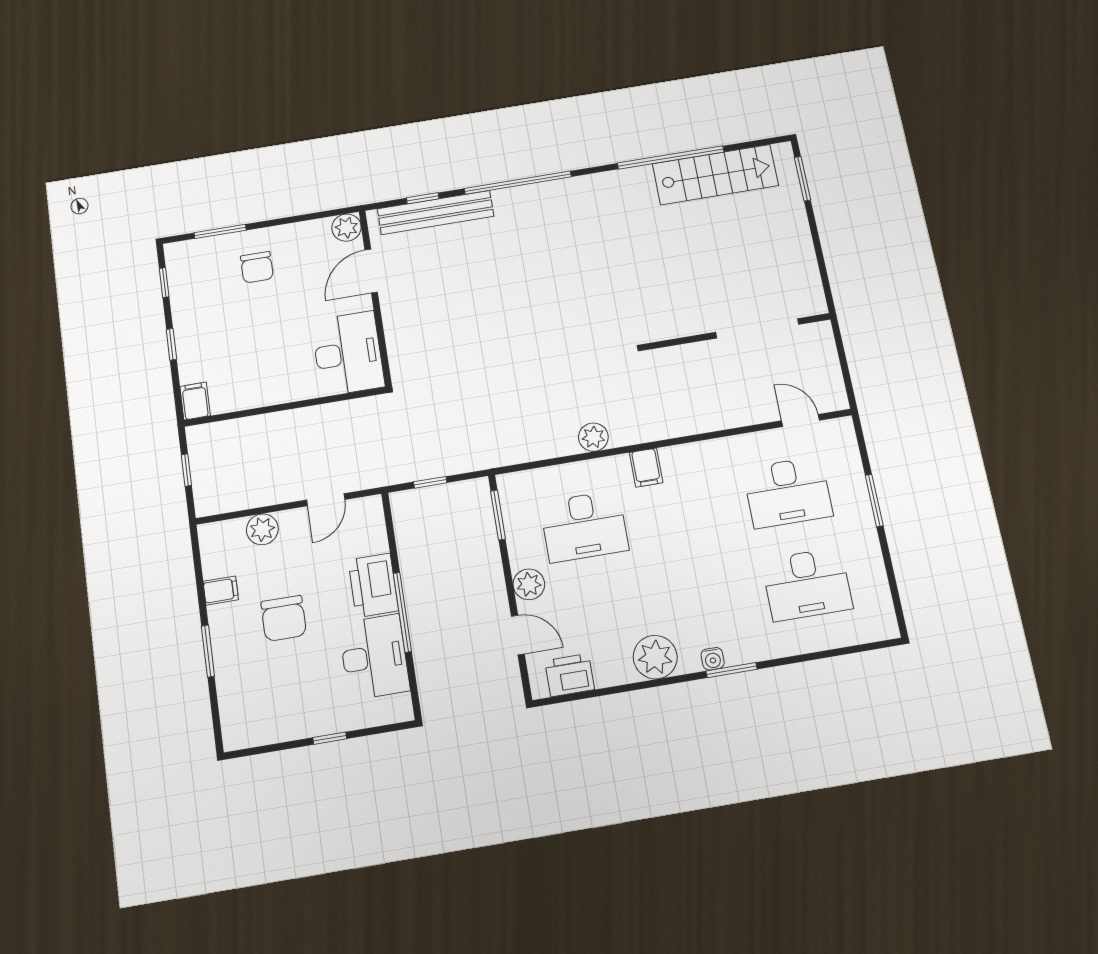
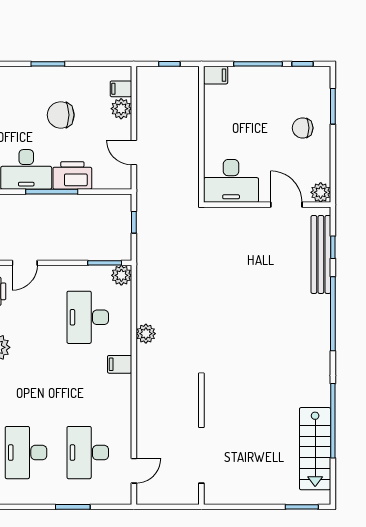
window: (171, 344) -> (258, 64), width x2.17
plant: (529, 584) -> (121, 275), moved
filing cabinet: (221, 591) -> (121, 89), moved, turned 90

